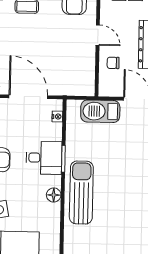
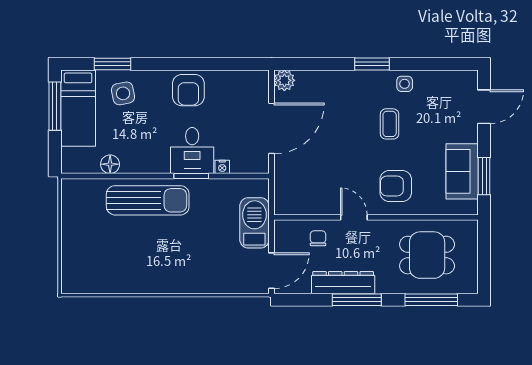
door: (98, 35) -> (354, 217), swing flipped
nightstand: (57, 117) -> (222, 167), moved
floor lamp: (54, 195) -> (110, 164), moved

